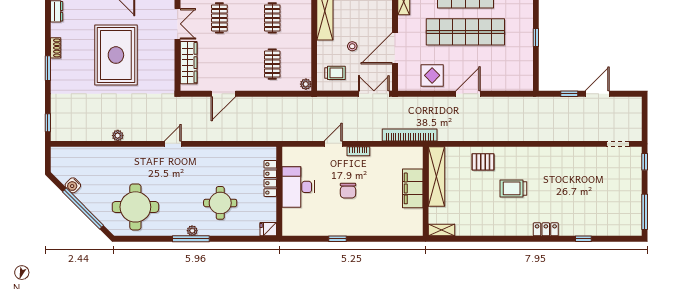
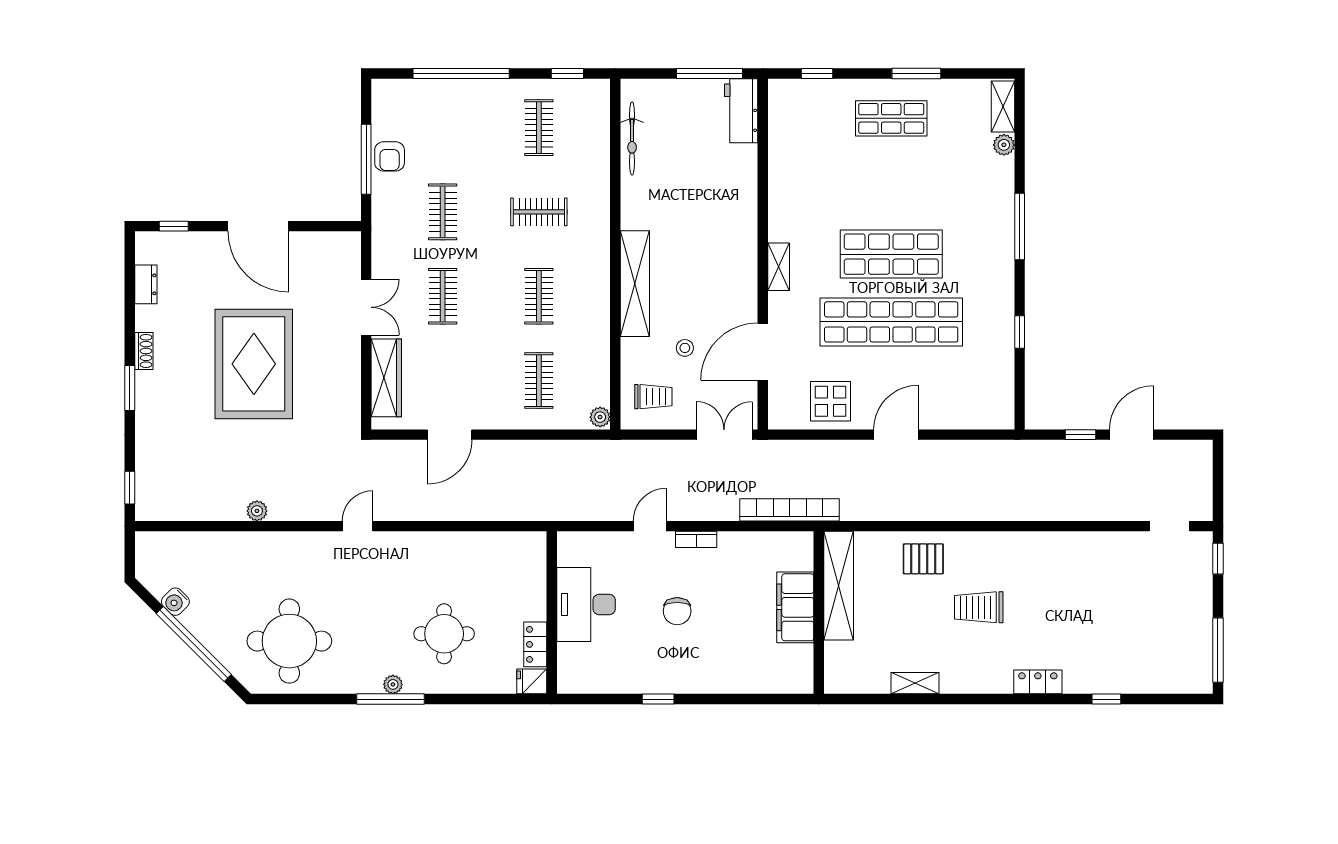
locker: (270, 178) -> (535, 644), moved, width x0.66
shelving: (442, 230) -> (915, 683), moved

